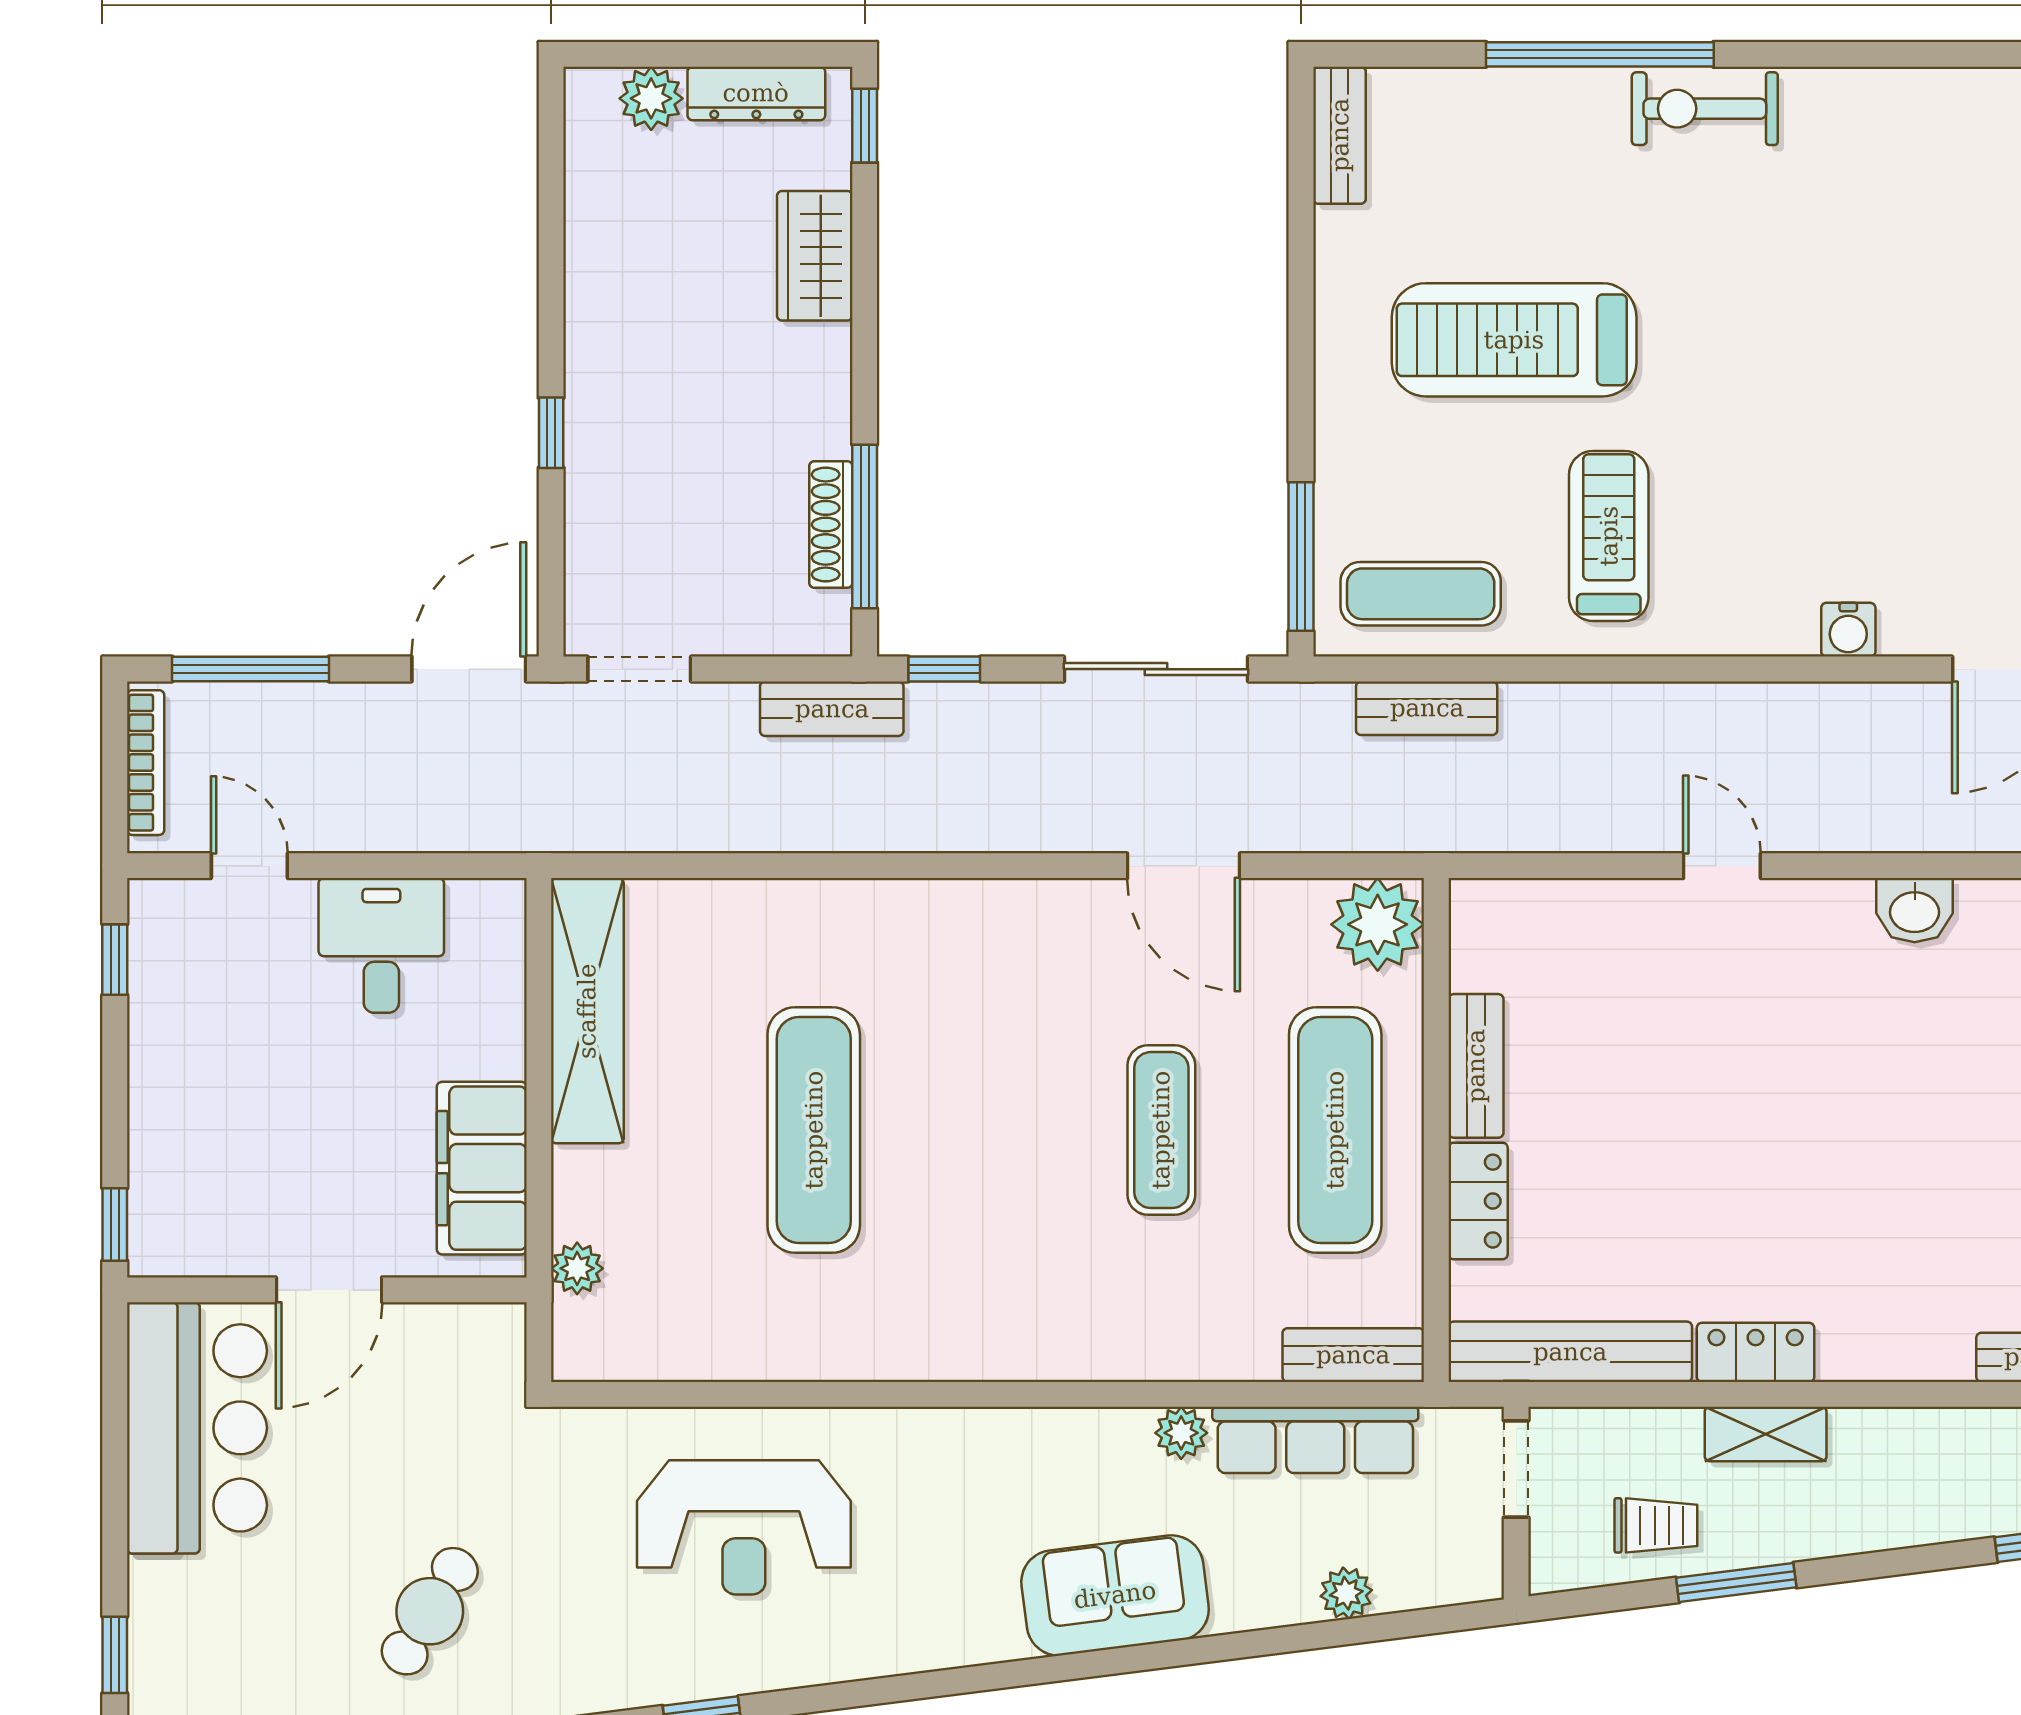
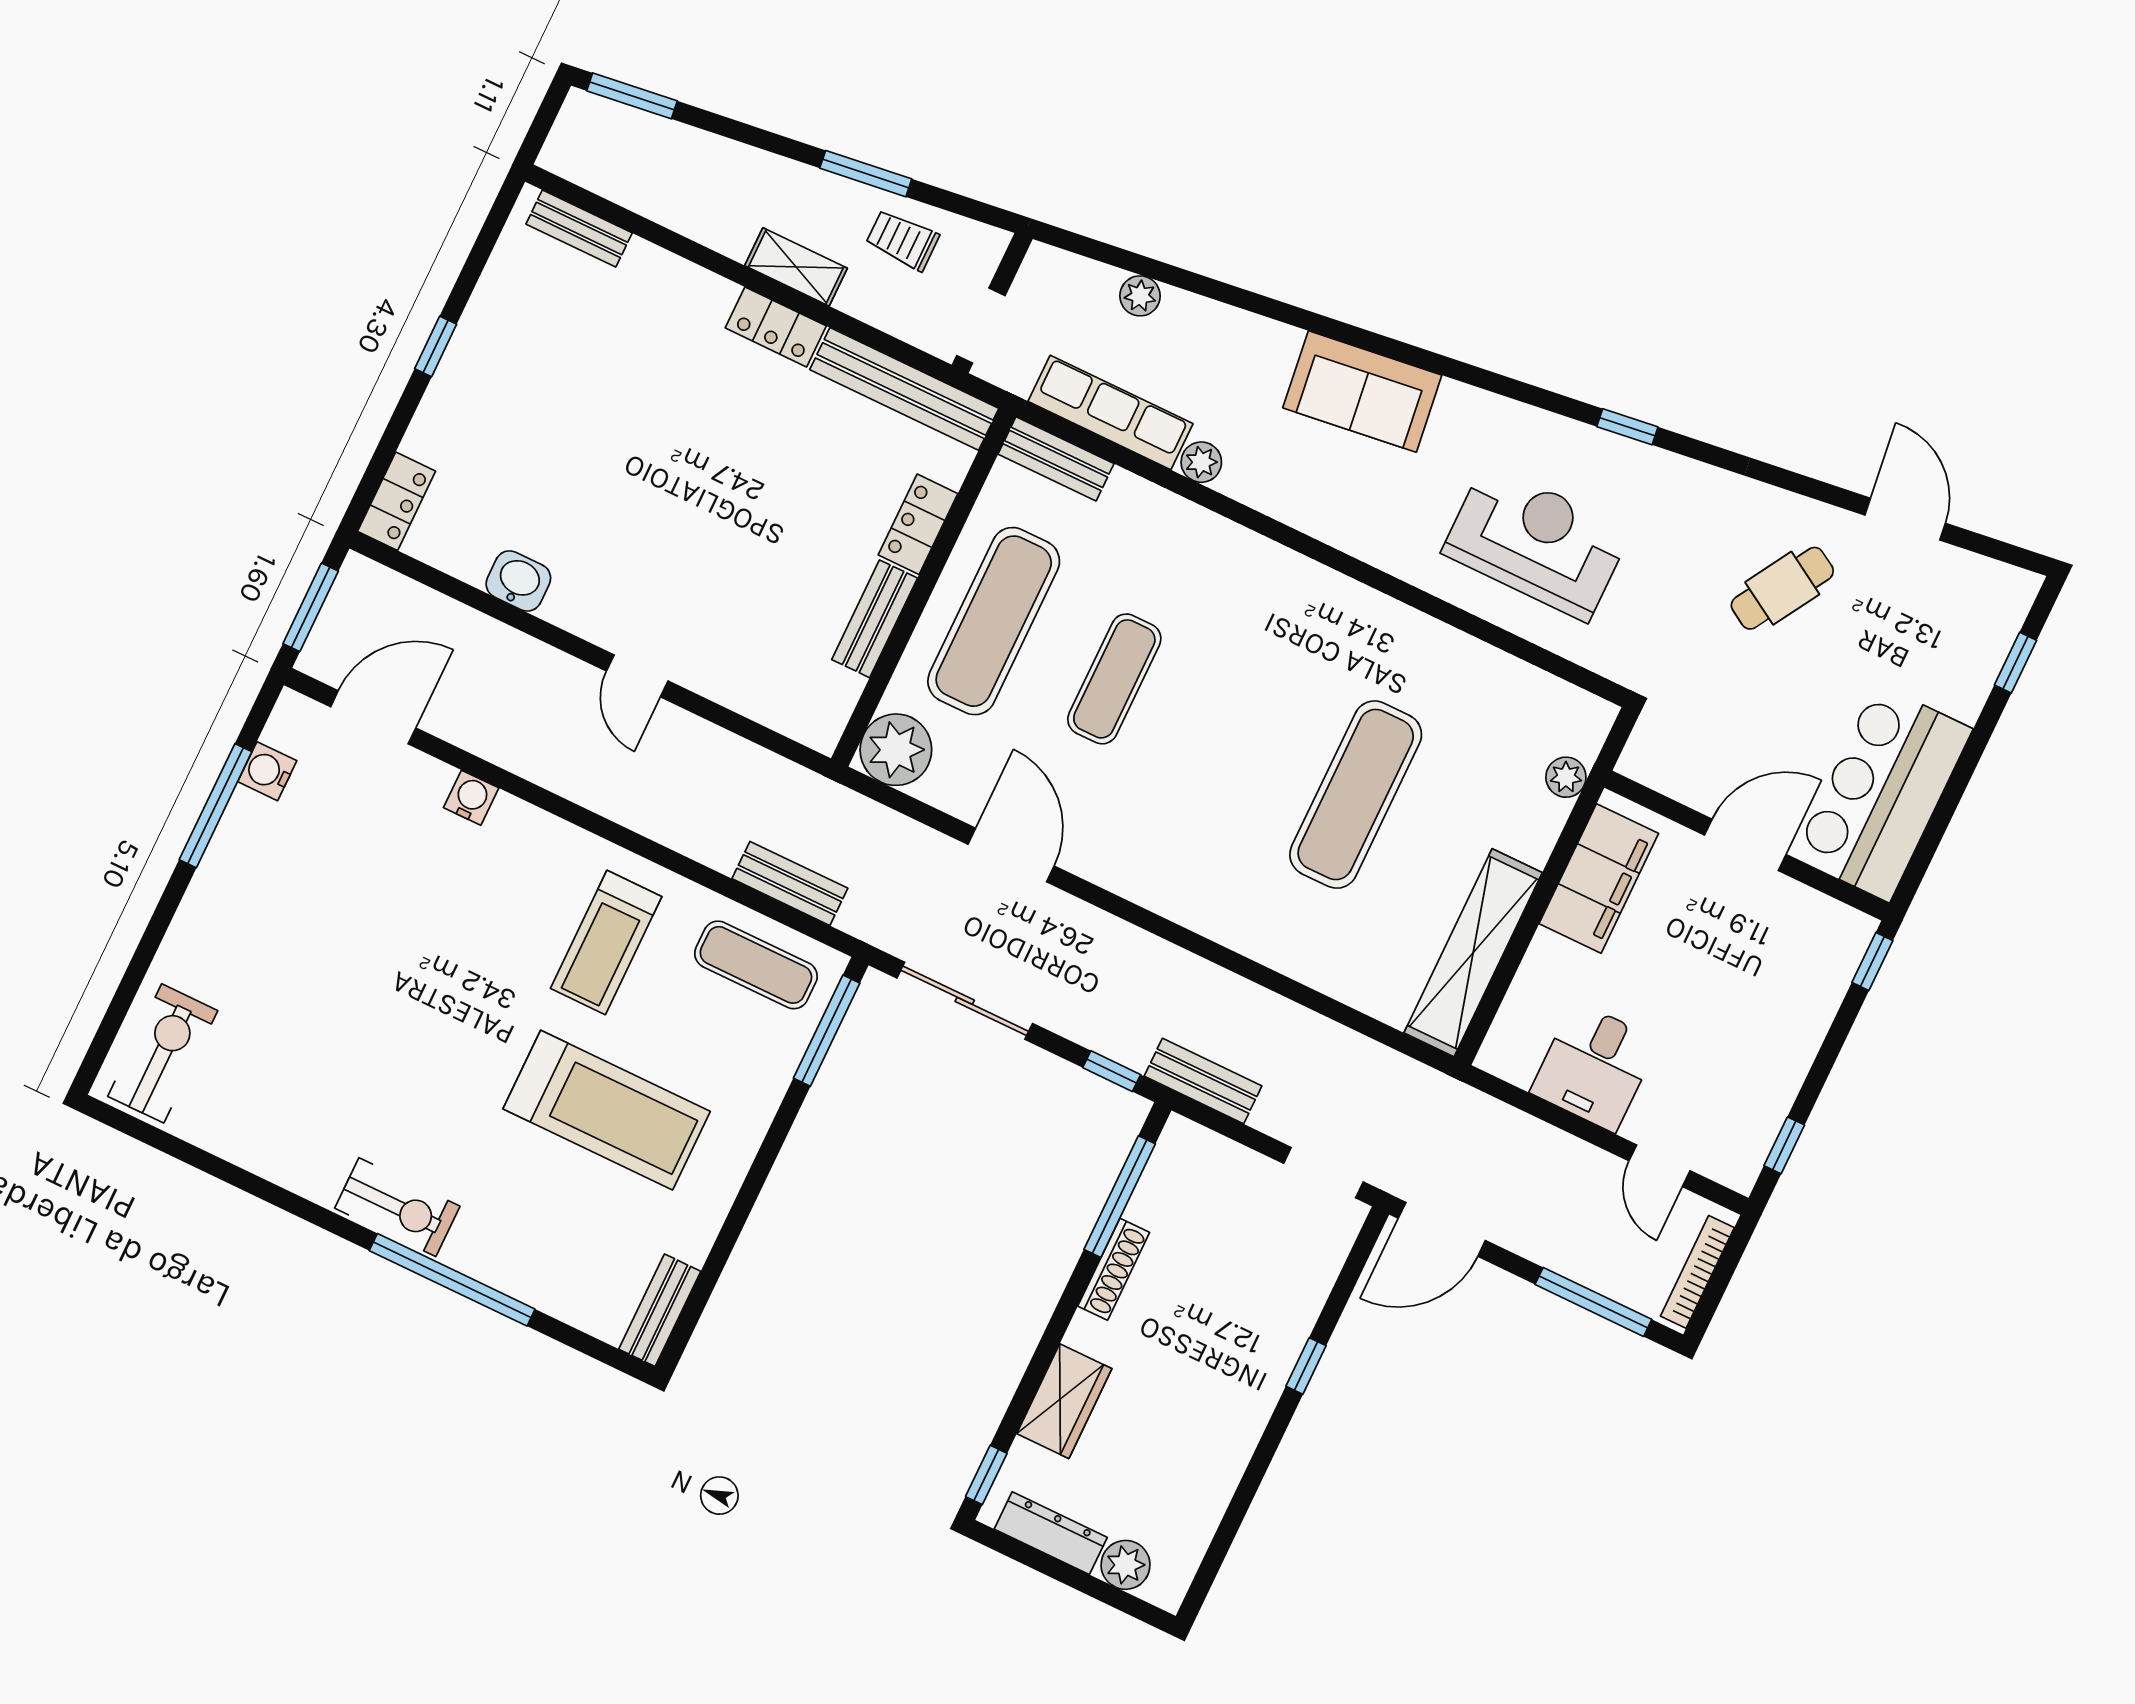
shoe rack: (831, 525) -> (1114, 1269), moved
sofa: (1115, 1595) -> (1362, 392), moved

